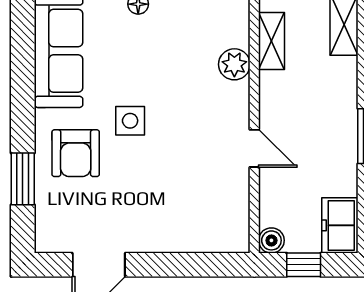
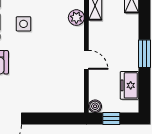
side table: (130, 121) -> (24, 24), moved
freezer: (340, 225) -> (129, 85), moved

